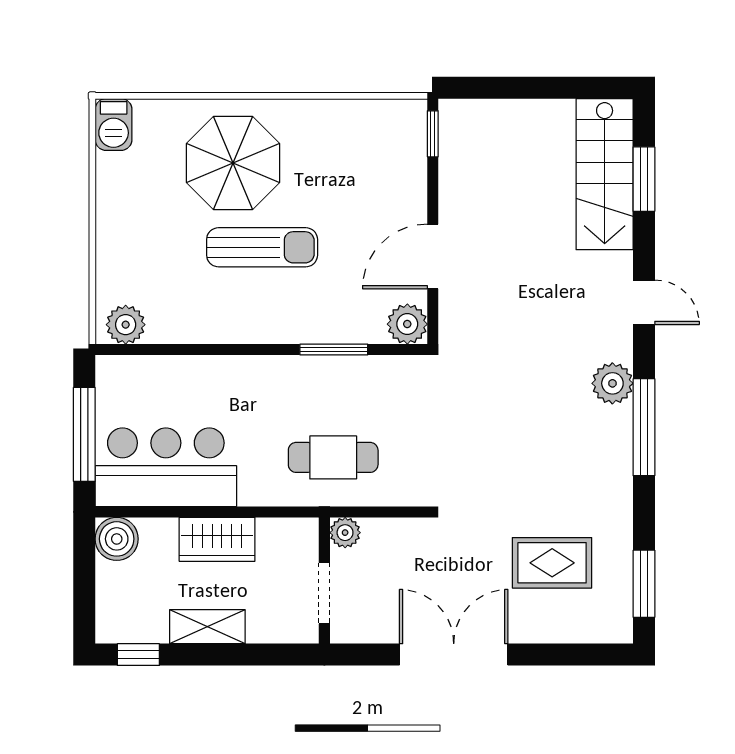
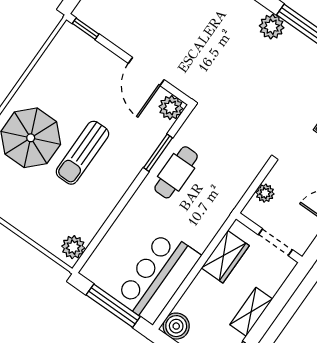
sun lounger: (262, 247) -> (82, 153), turned 180
cafe table: (333, 457) -> (176, 172), moved
plant: (345, 533) -> (265, 193), moved
wardrobe: (217, 539) -> (225, 257), moved

